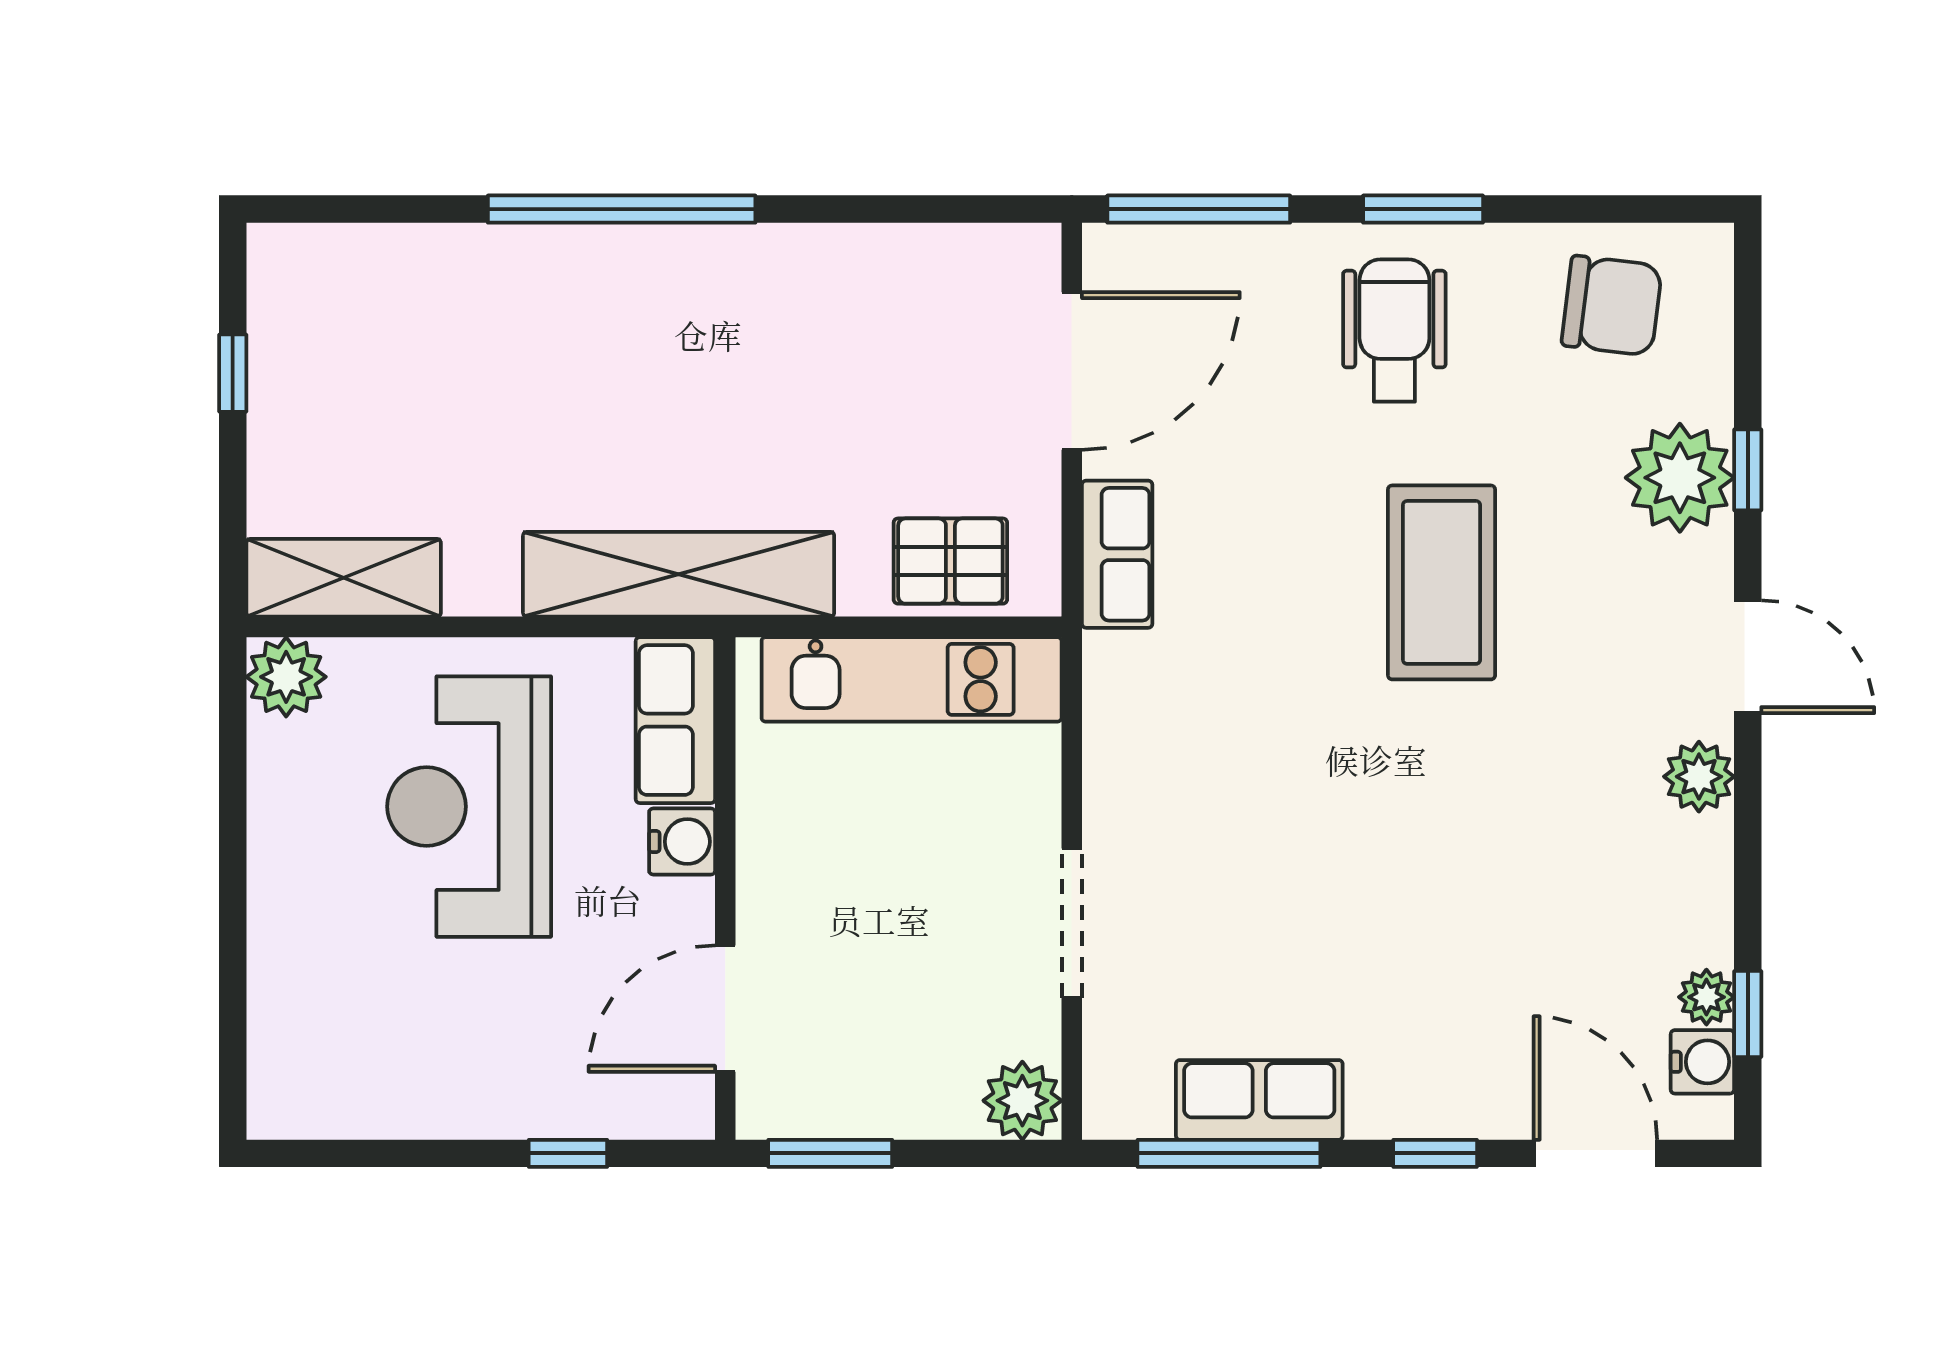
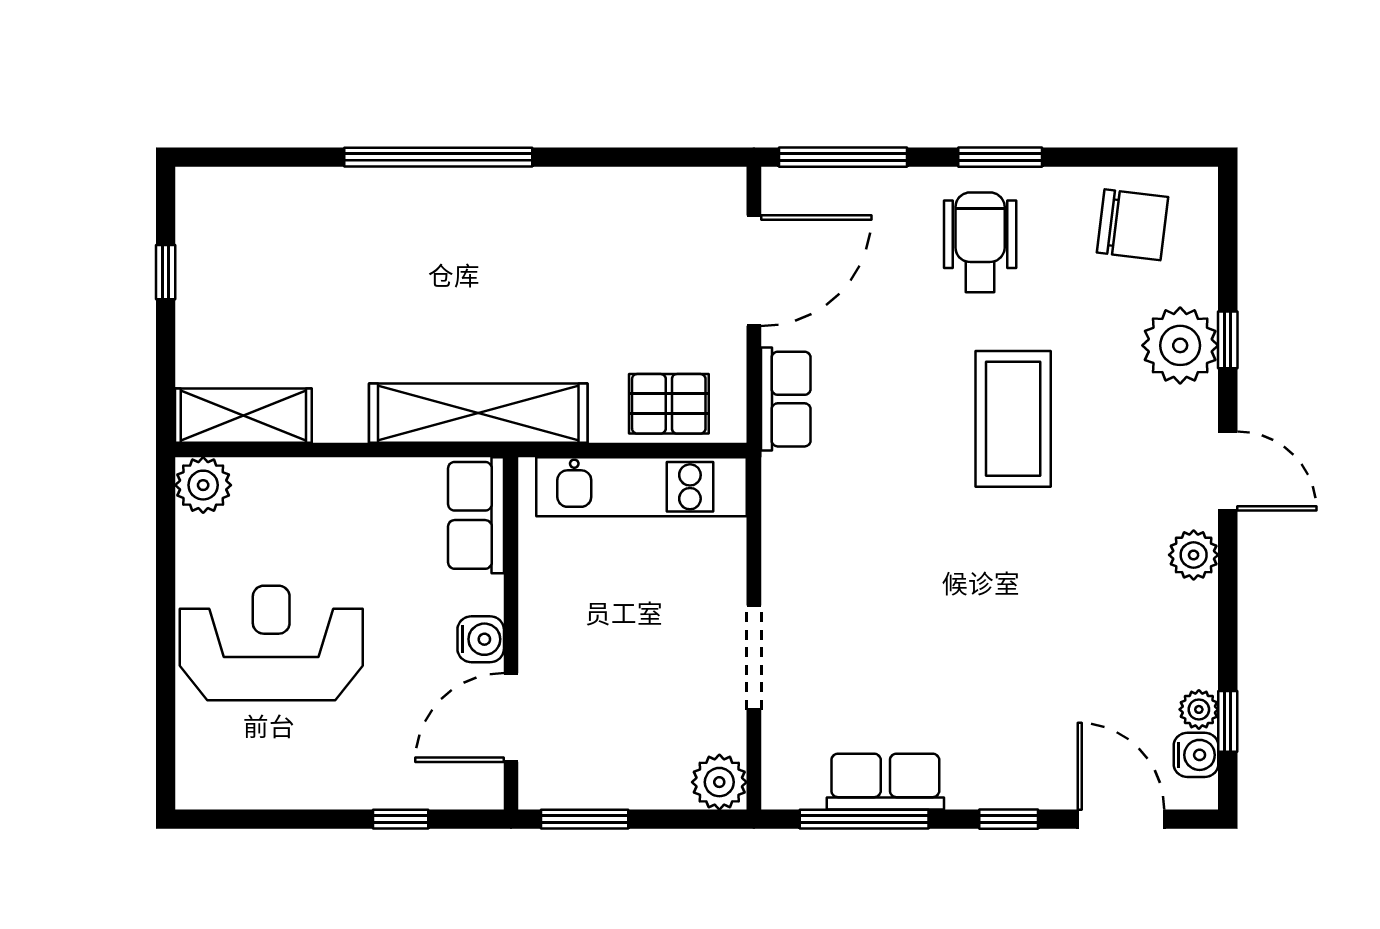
reception desk: (469, 807) -> (271, 643), moved, turned 90
water cooler: (682, 842) -> (481, 639), moved

